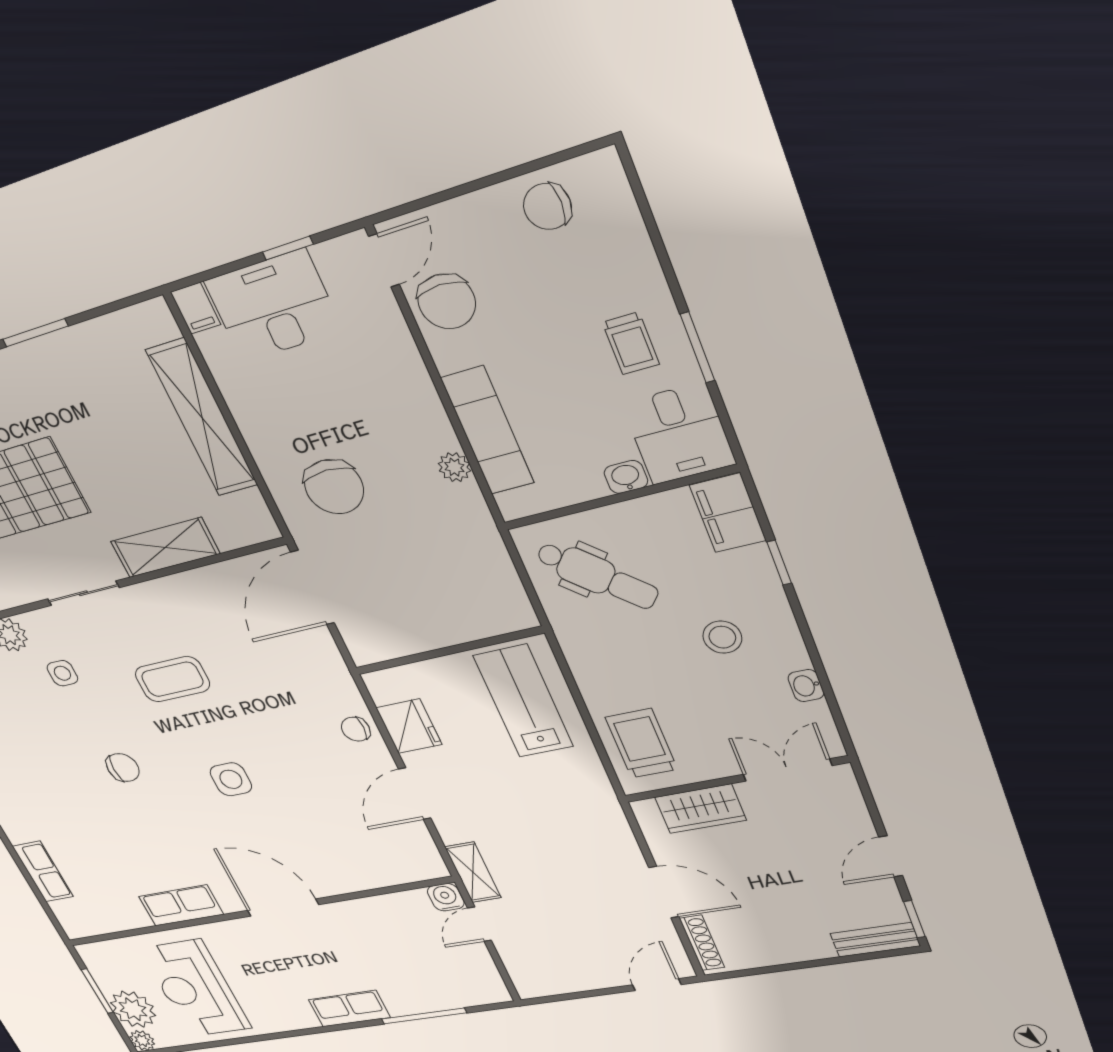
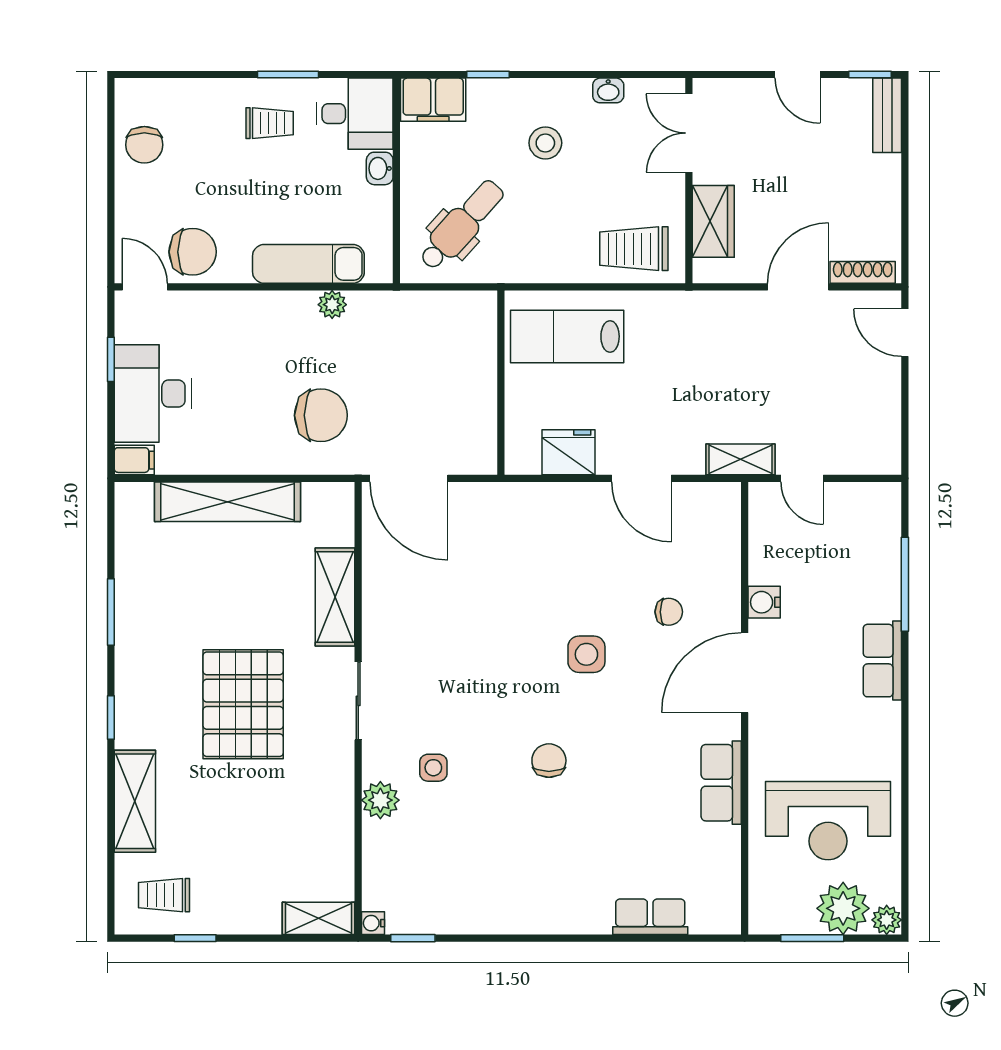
coffee table: (172, 679) -> (466, 659), removed
chair: (356, 729) -> (669, 612), moved, turned -90
water cooler: (446, 897) -> (764, 602), moved

